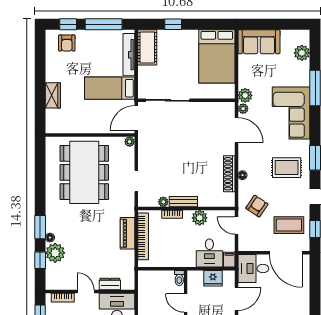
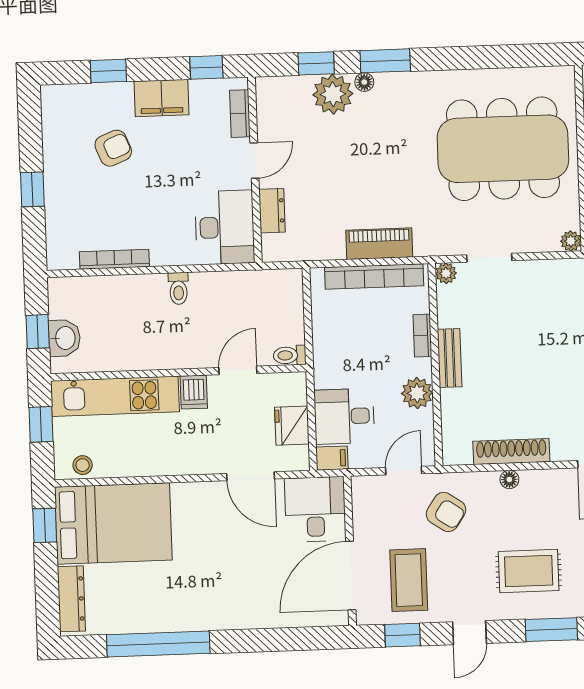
rug: (287, 168) -> (529, 571), turned 90
plant: (163, 202) -> (446, 273), moved

